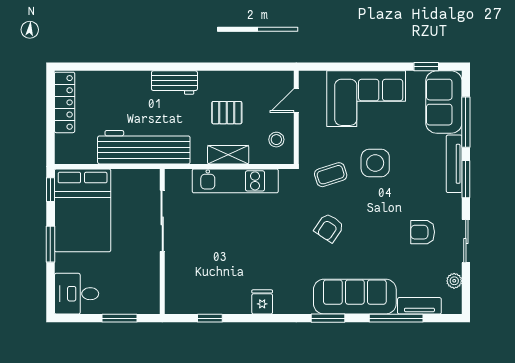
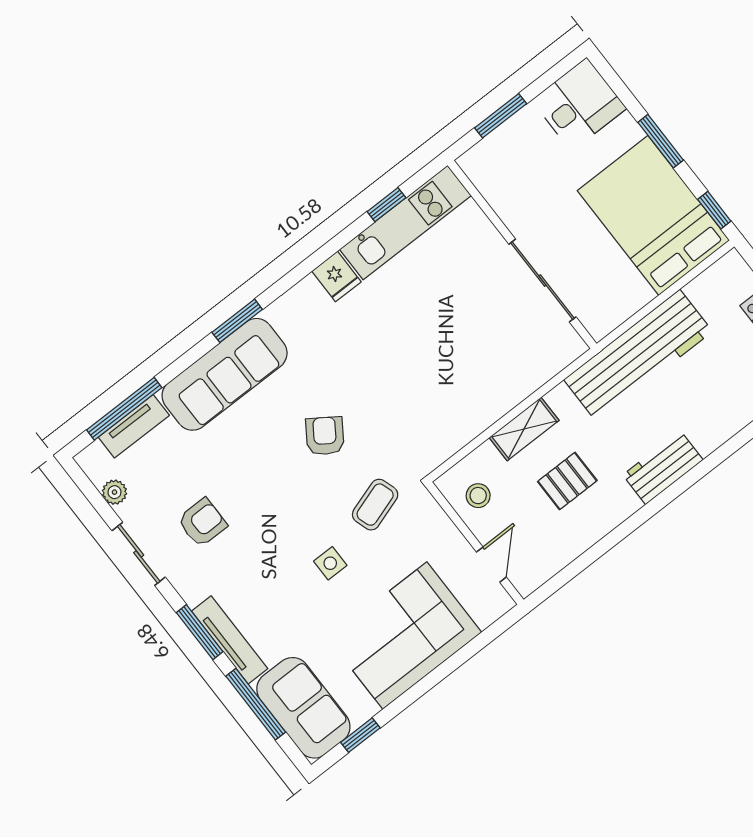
side table: (375, 163) -> (330, 563), width x0.54, depth x0.54
kitchen unit: (235, 181) -> (405, 223), moved, turned 180
window: (396, 318) -> (124, 409), moved

